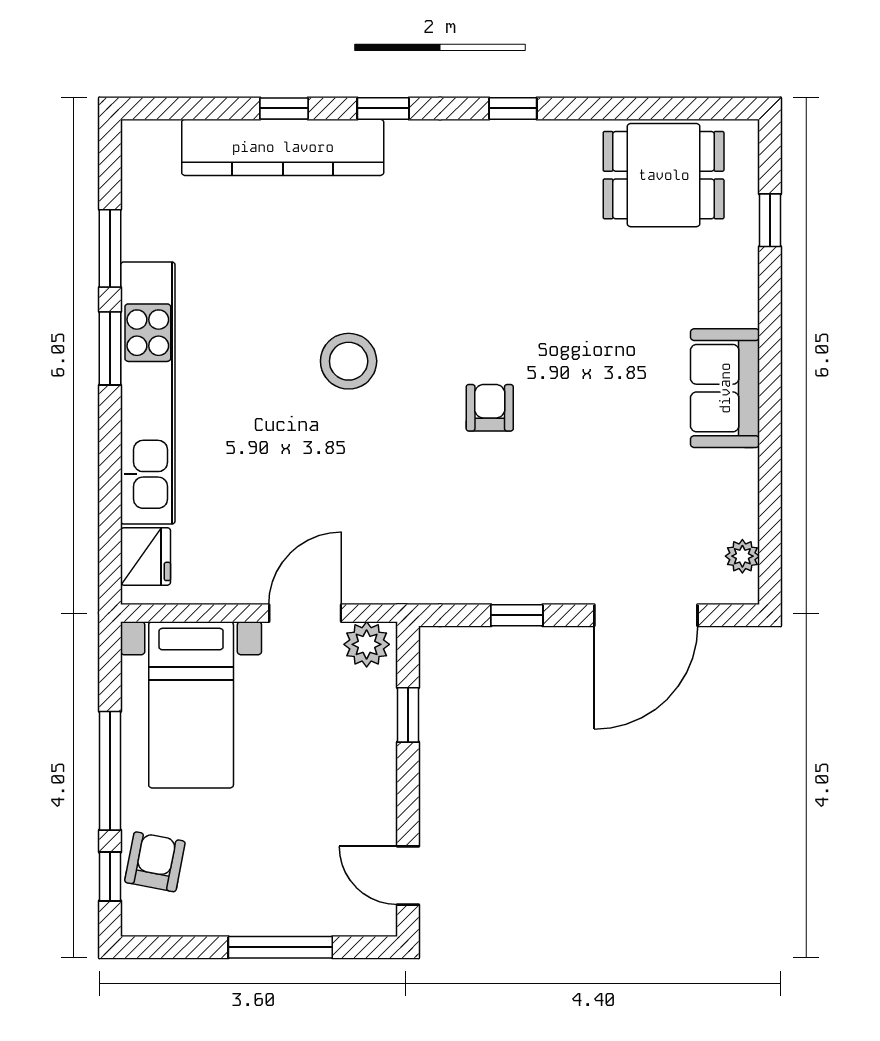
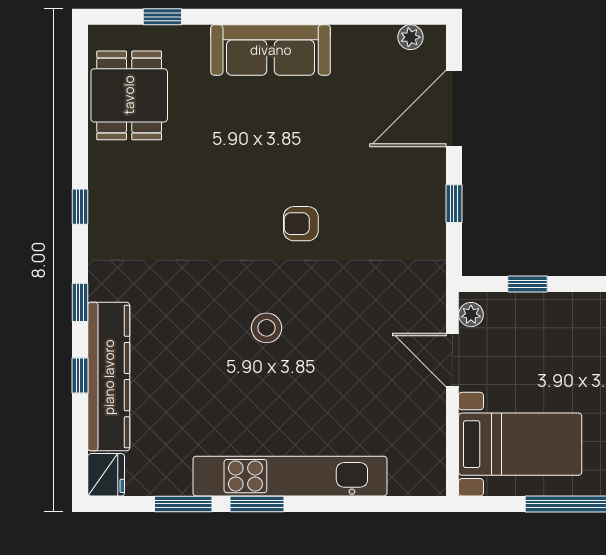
stool: (349, 361) -> (267, 328), width x0.73, depth x0.73
sofa: (725, 388) -> (271, 50), width x1.36
fridge: (146, 556) -> (106, 475), moved, turned 90
door: (646, 615) -> (454, 108), swing flipped
plant: (367, 644) -> (471, 315), width x0.73, depth x0.73

